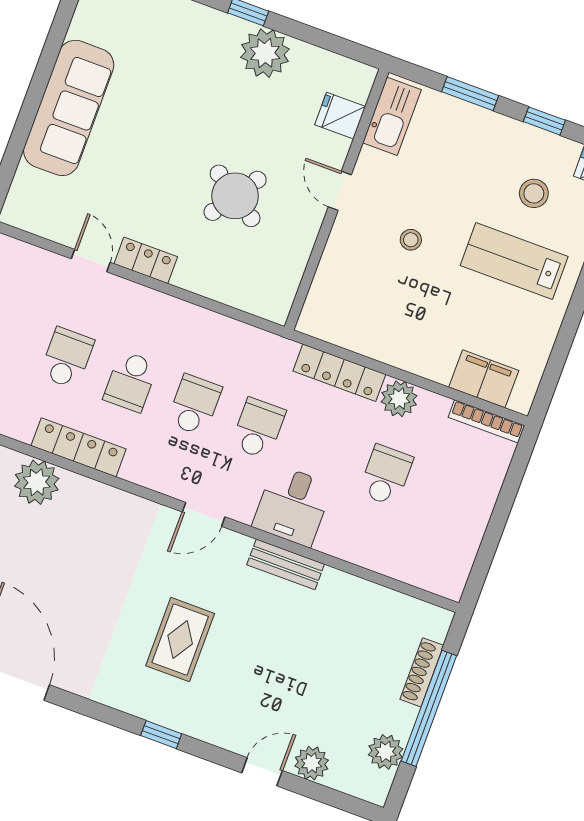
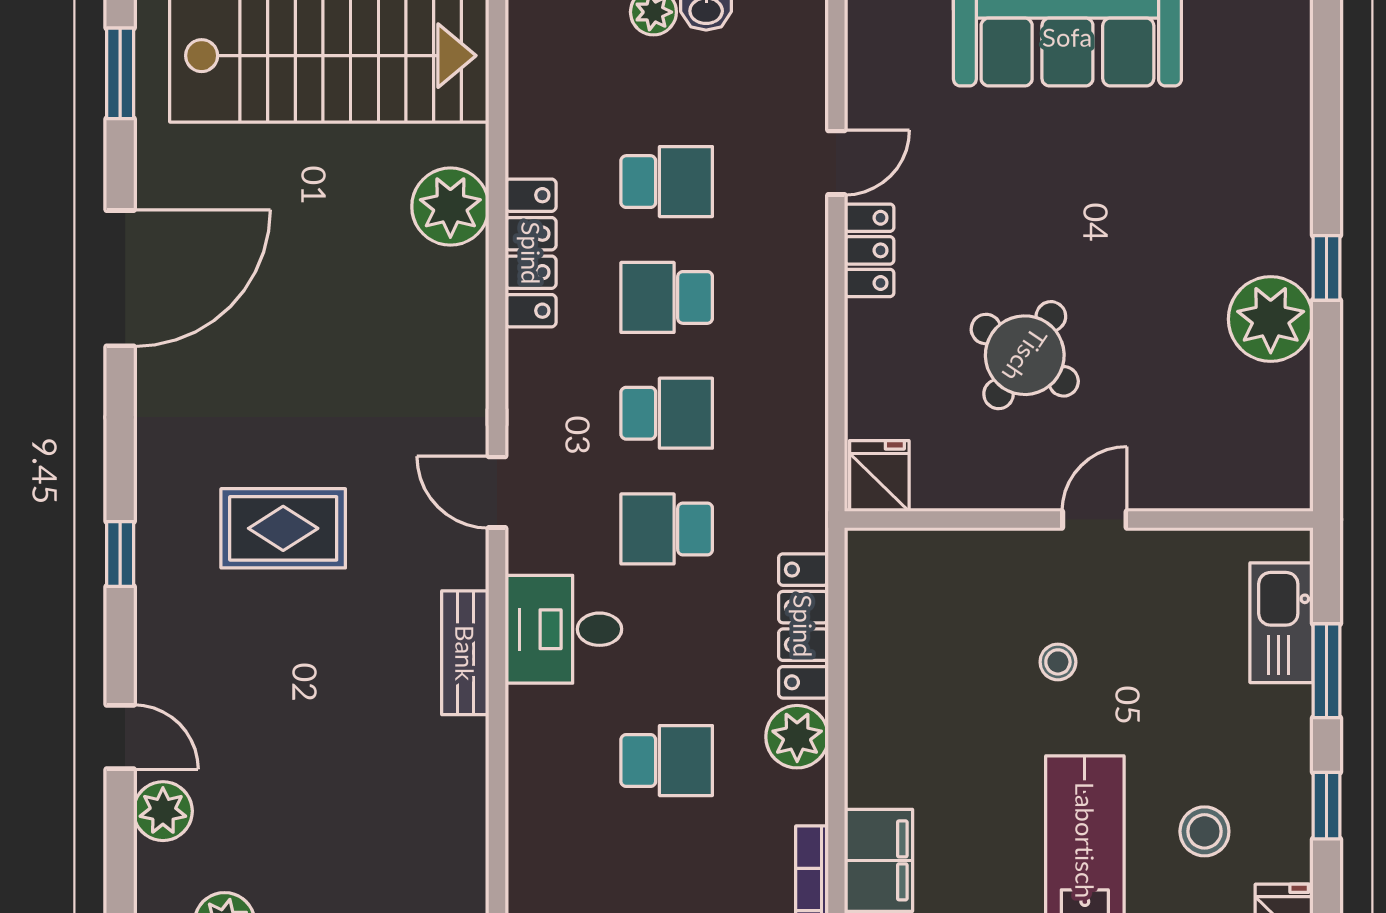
fridge: (340, 116) -> (879, 476), moved
kitchen sink: (392, 116) -> (1281, 623), moved, turned 90
school desk: (258, 428) -> (667, 529), turned 180

